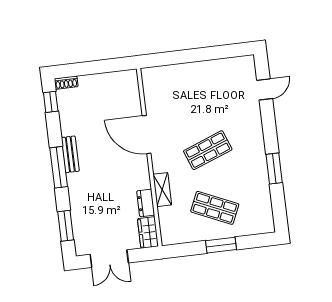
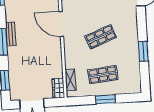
shelving: (162, 190) -> (70, 80), moved
dresser: (146, 203) -> (58, 69), removed
shop shelf: (215, 208) -> (103, 75), turned -30

